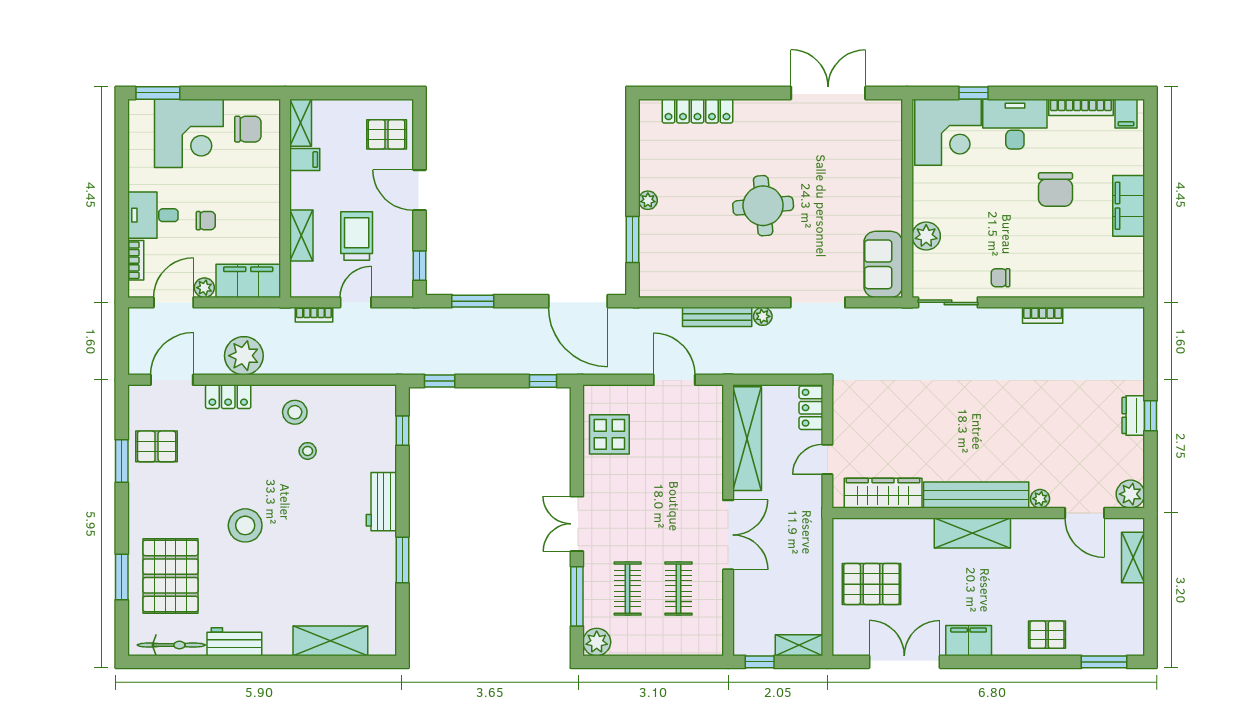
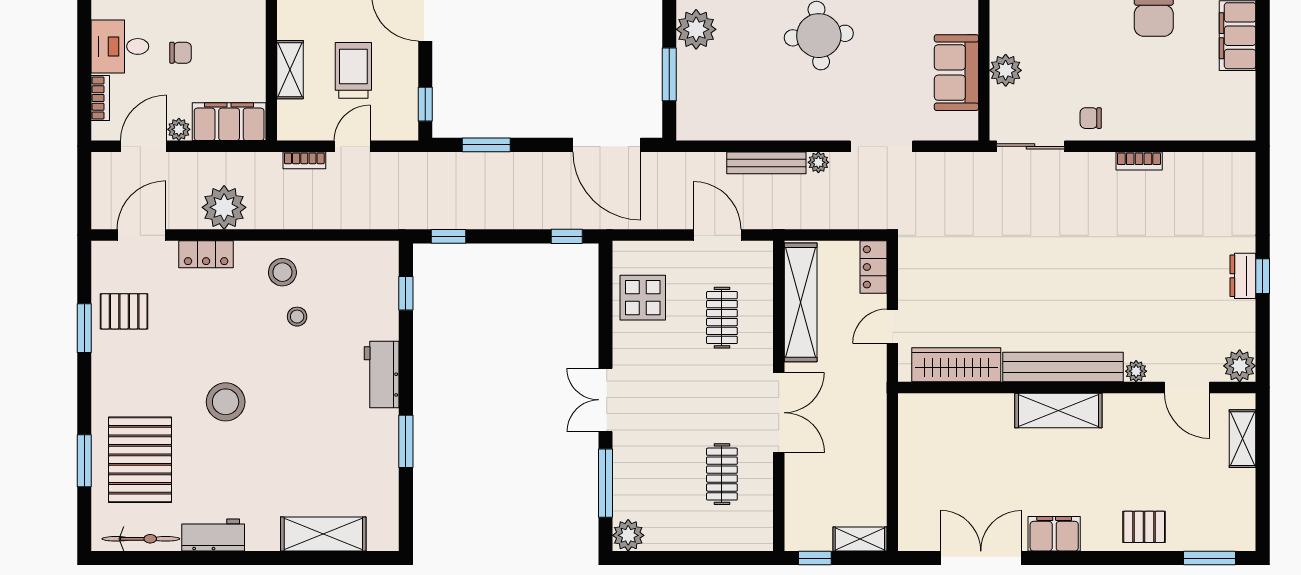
plant: (648, 200) -> (696, 29), width x1.88, depth x1.88
sofa: (883, 264) -> (956, 73), moved
pallet: (872, 584) -> (943, 469), removed
clothes rail: (628, 589) -> (722, 318), moved

